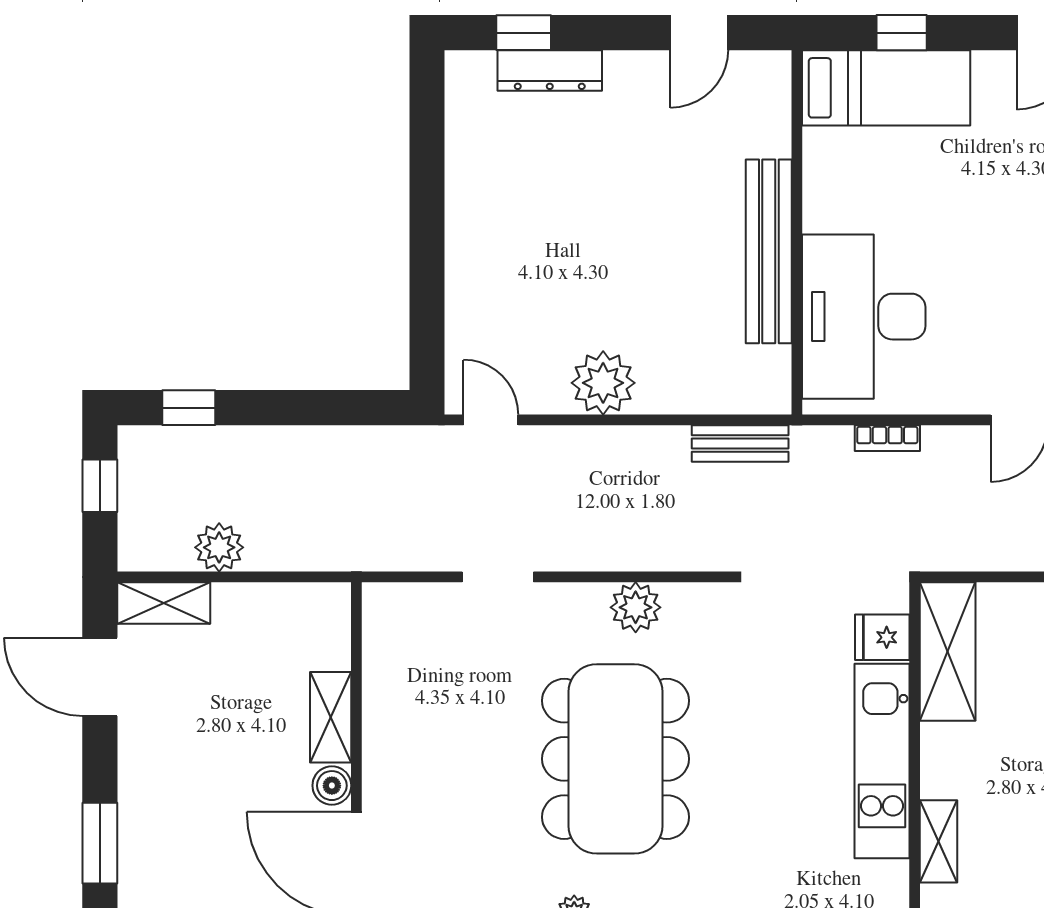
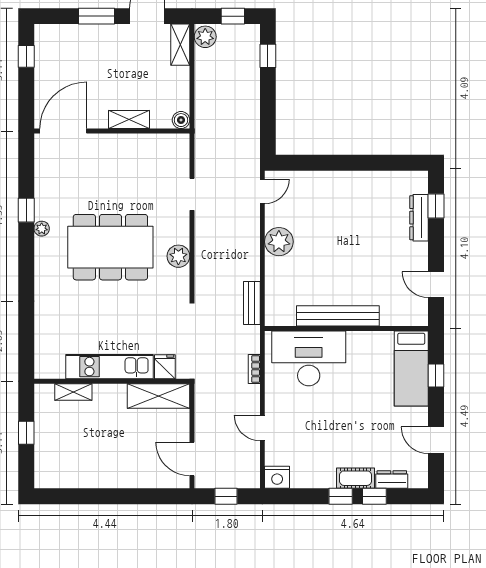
plant: (219, 547) -> (205, 37), moved
boiler: (332, 786) -> (181, 120), moved
window: (100, 843) -> (96, 16), moved

